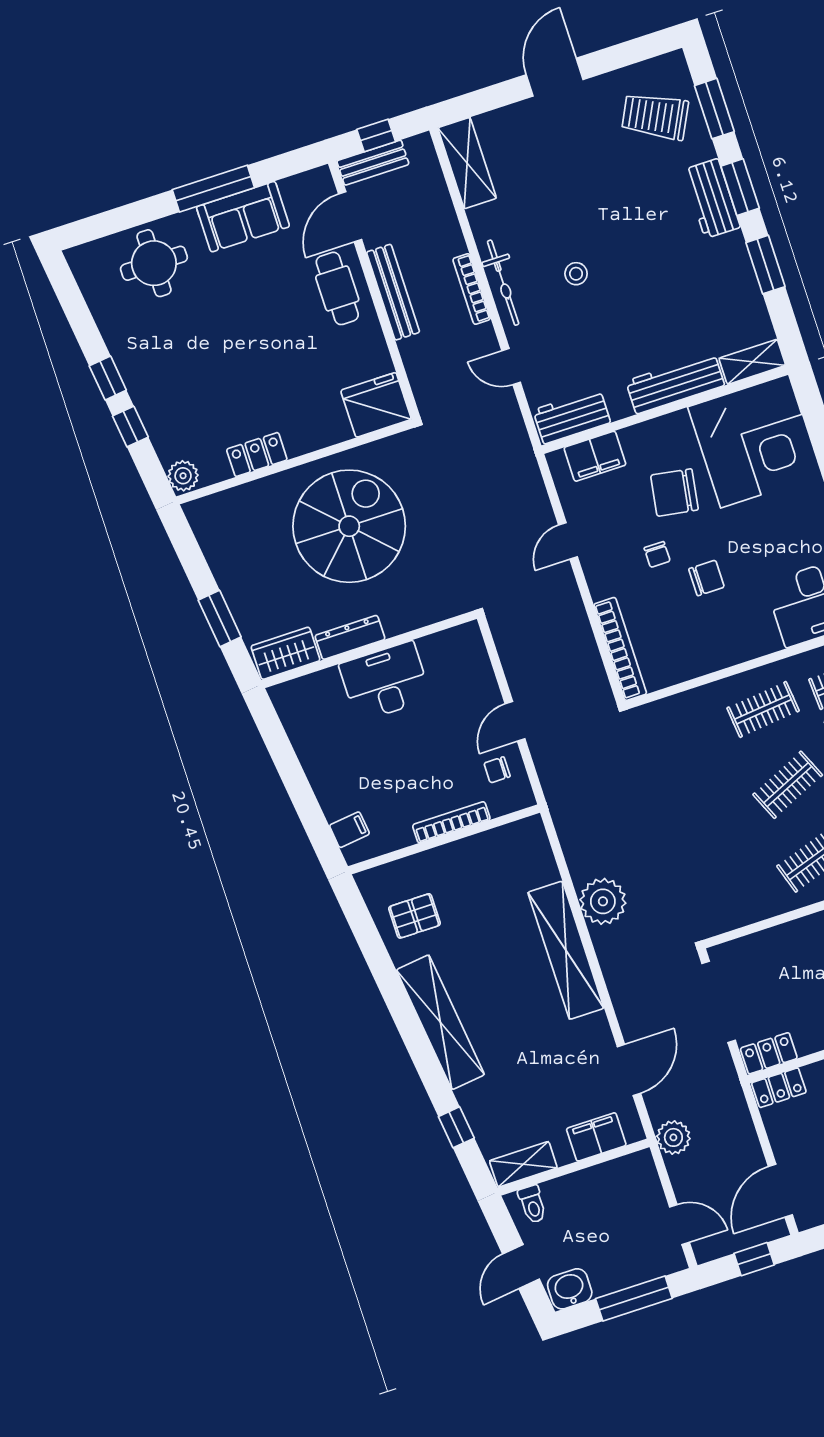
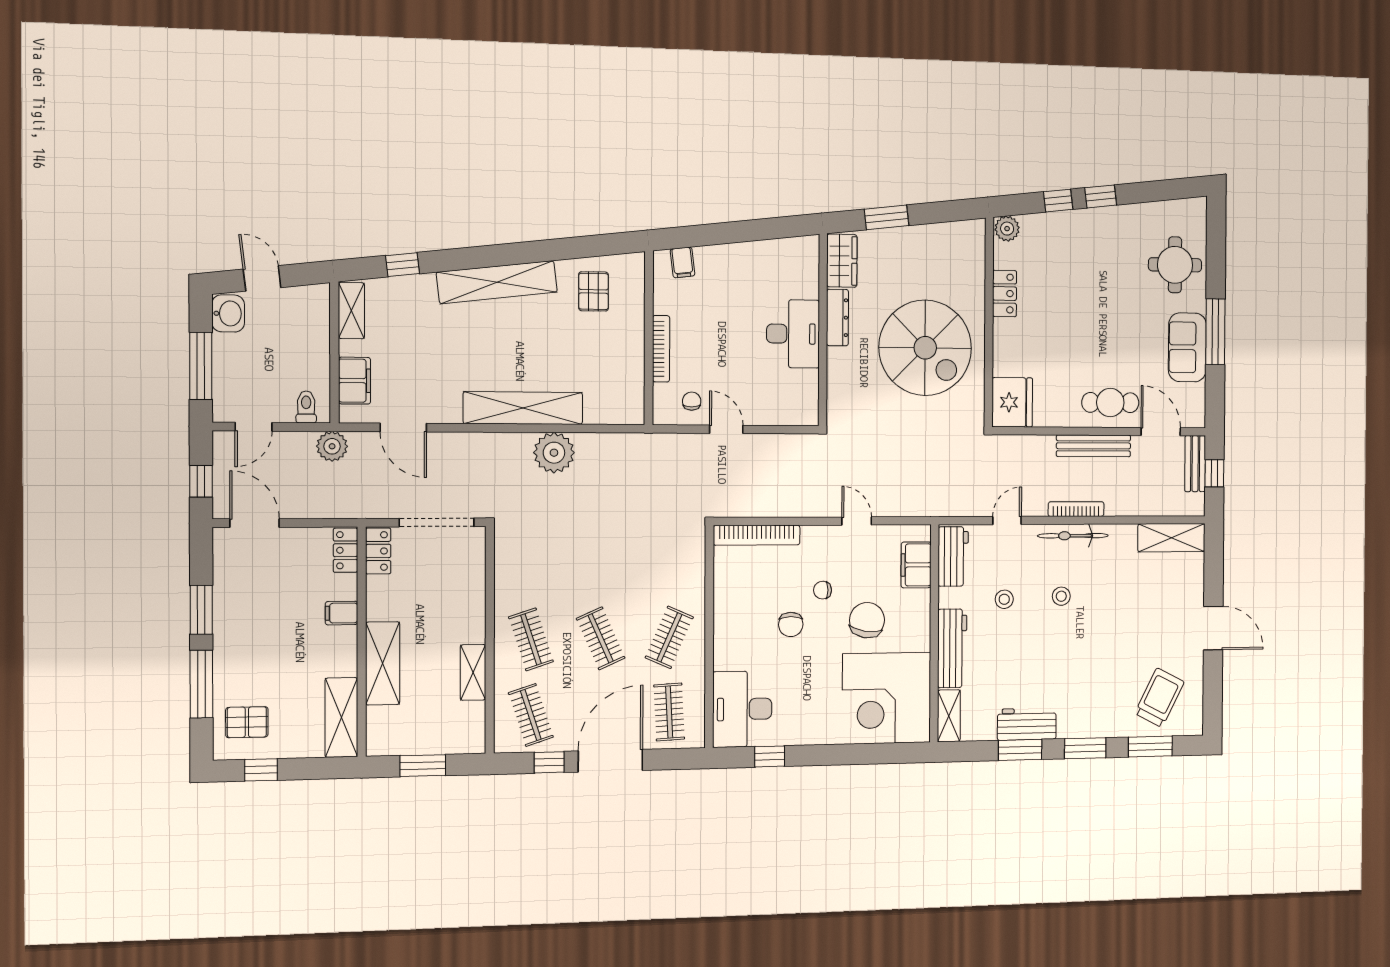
workbench: (712, 198) -> (1027, 724), moved
stool: (601, 340) -> (1004, 599), added
clothes rail: (763, 709) -> (669, 637), turned 30
toilet: (532, 1204) -> (306, 407), moved, turned 90

